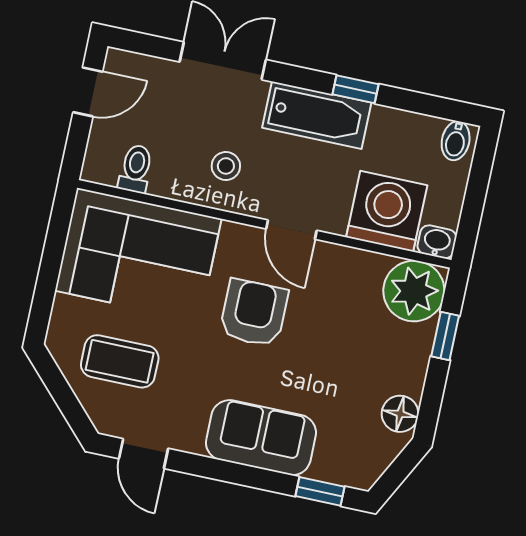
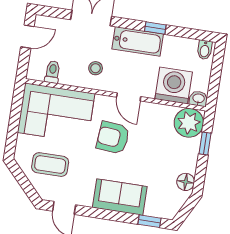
armchair: (254, 313) -> (113, 138), turned -85

